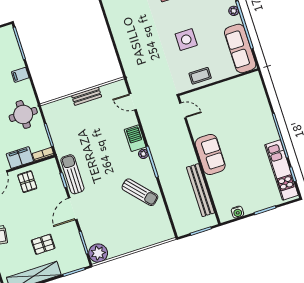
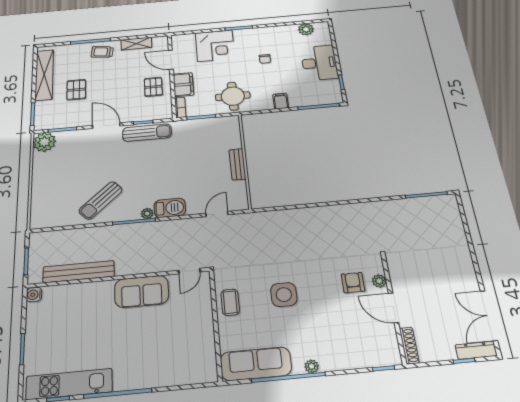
sofa: (210, 155) -> (142, 291), moved
pallet: (27, 182) -> (153, 87), turned 90
water cooler: (237, 212) -> (34, 295), moved

